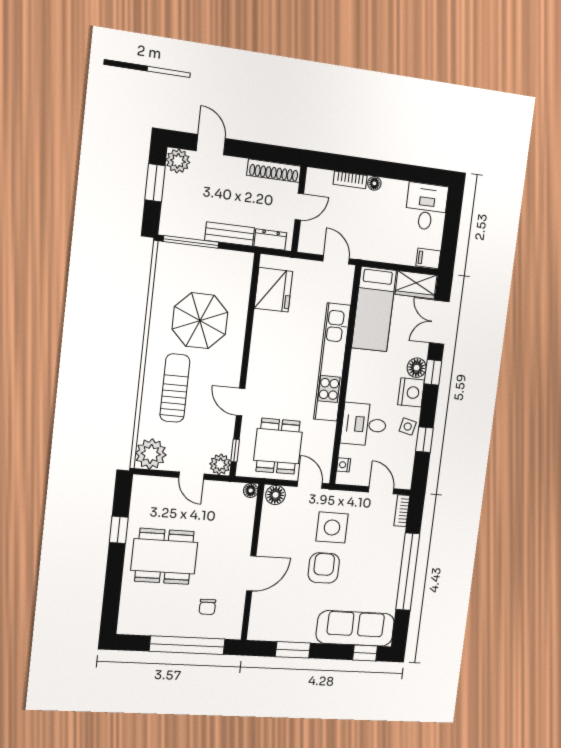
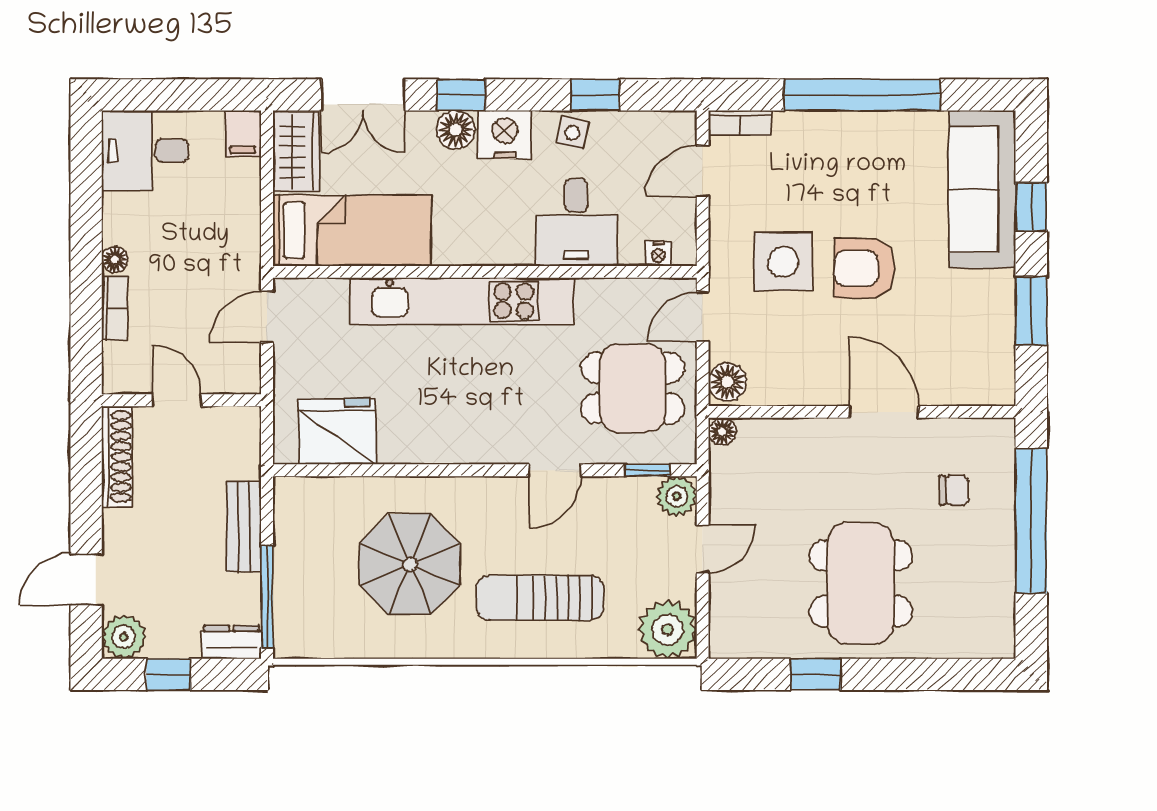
window: (155, 183) -> (168, 674), width x0.67
dresser: (270, 240) -> (231, 642), moved, turned 90
window: (365, 653) -> (1031, 207), moved

